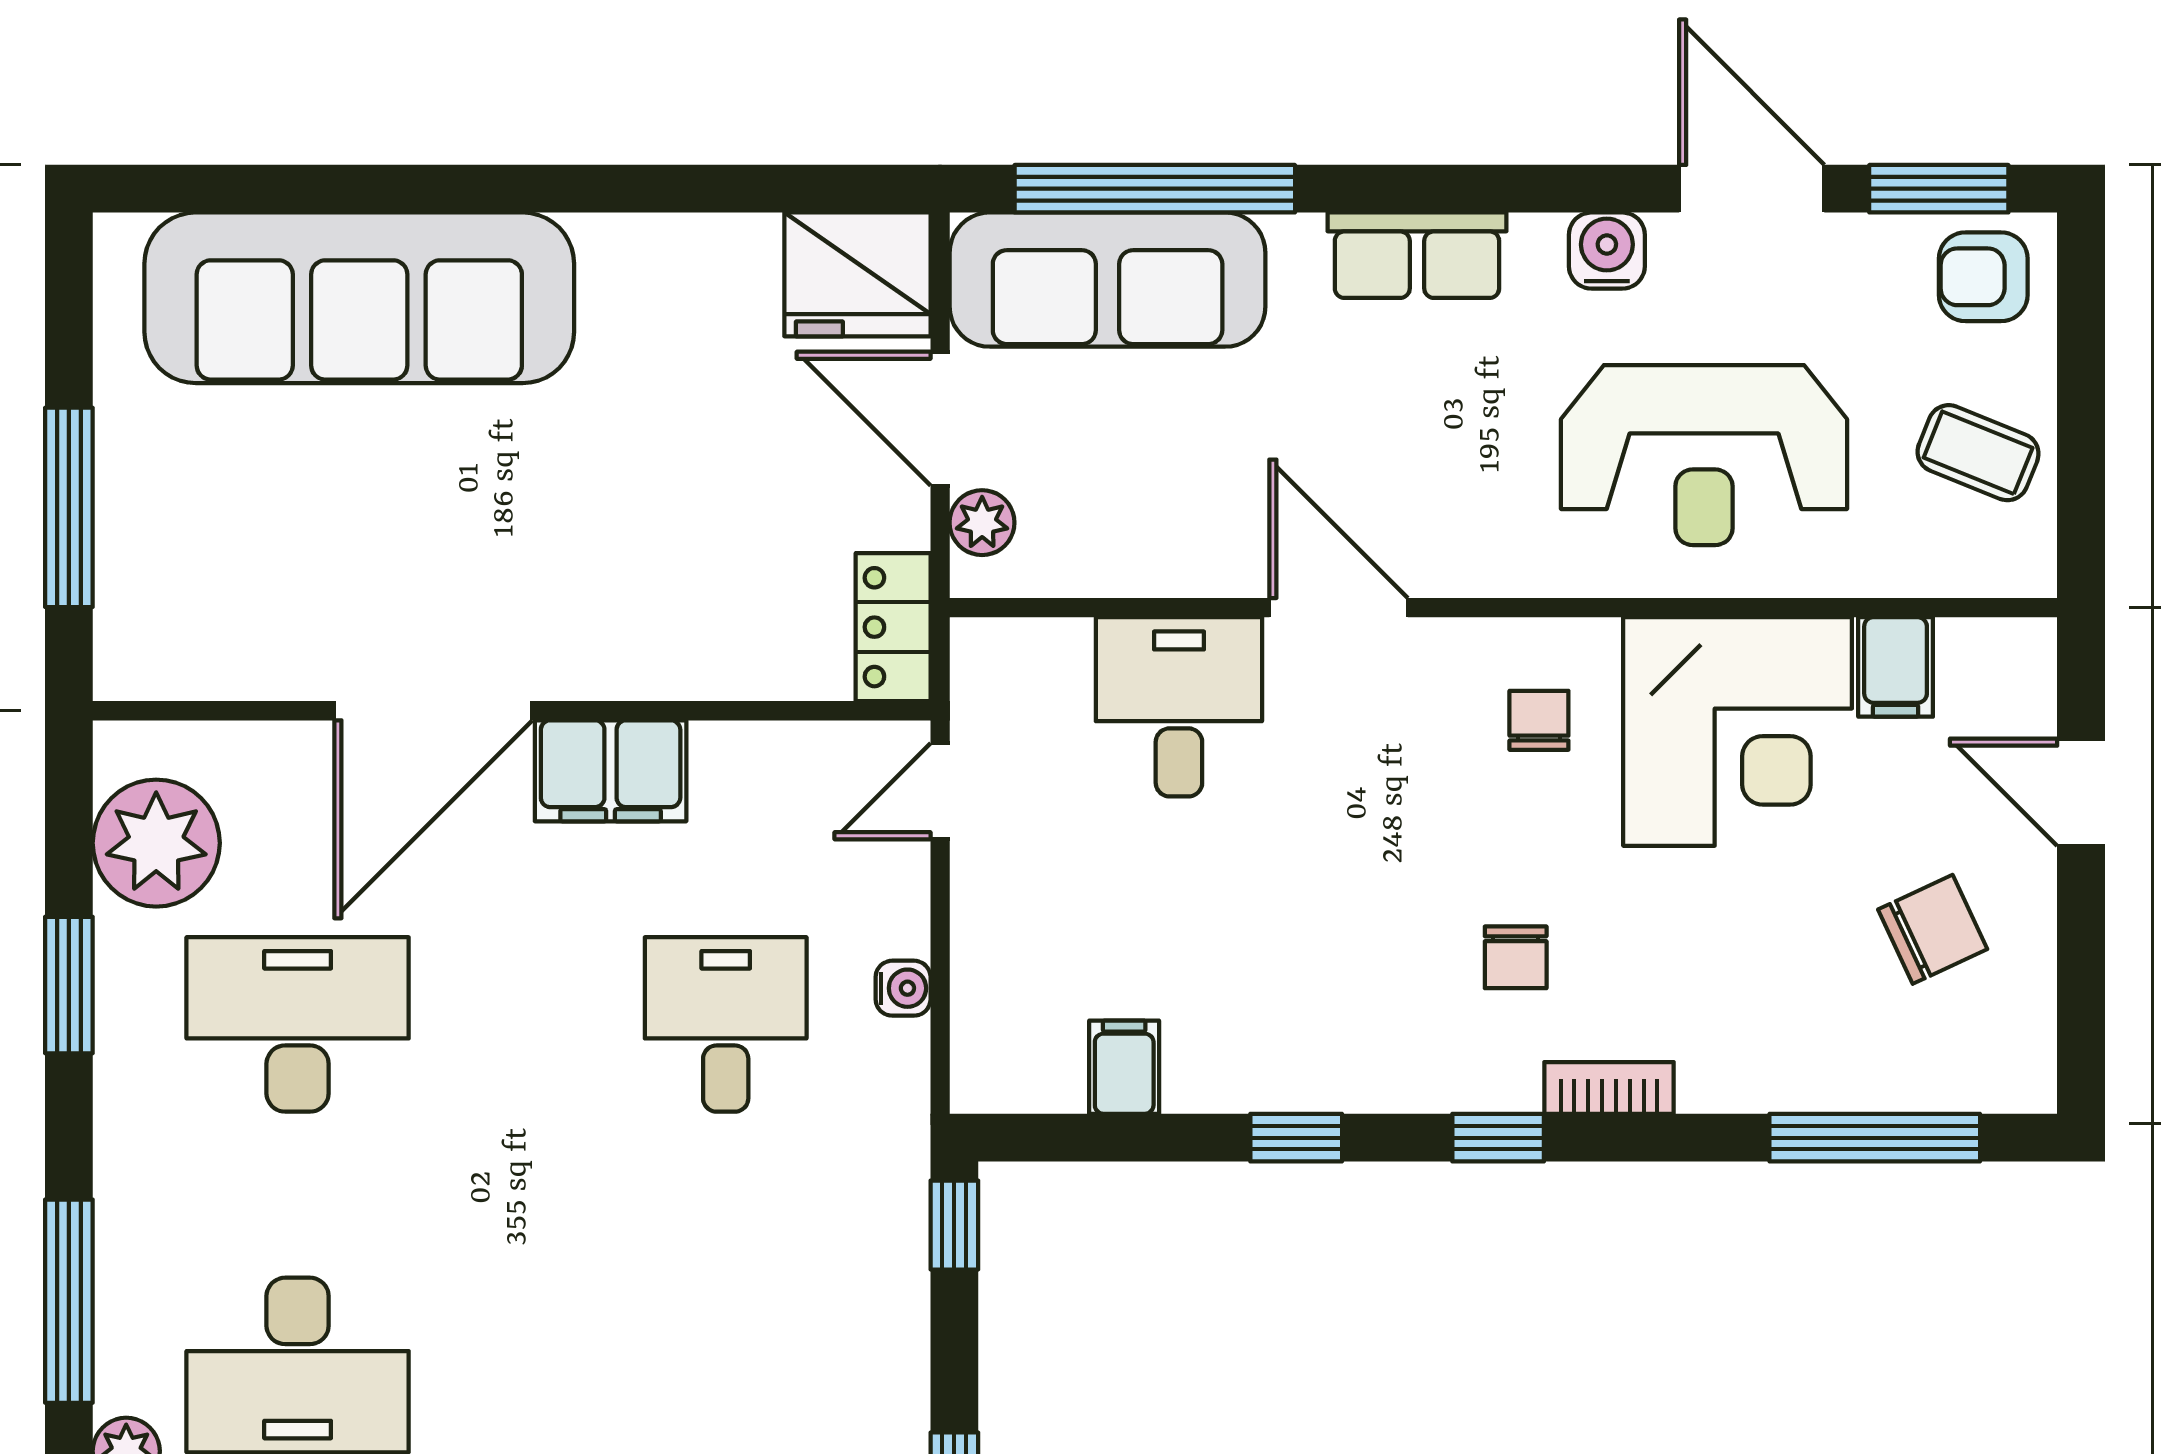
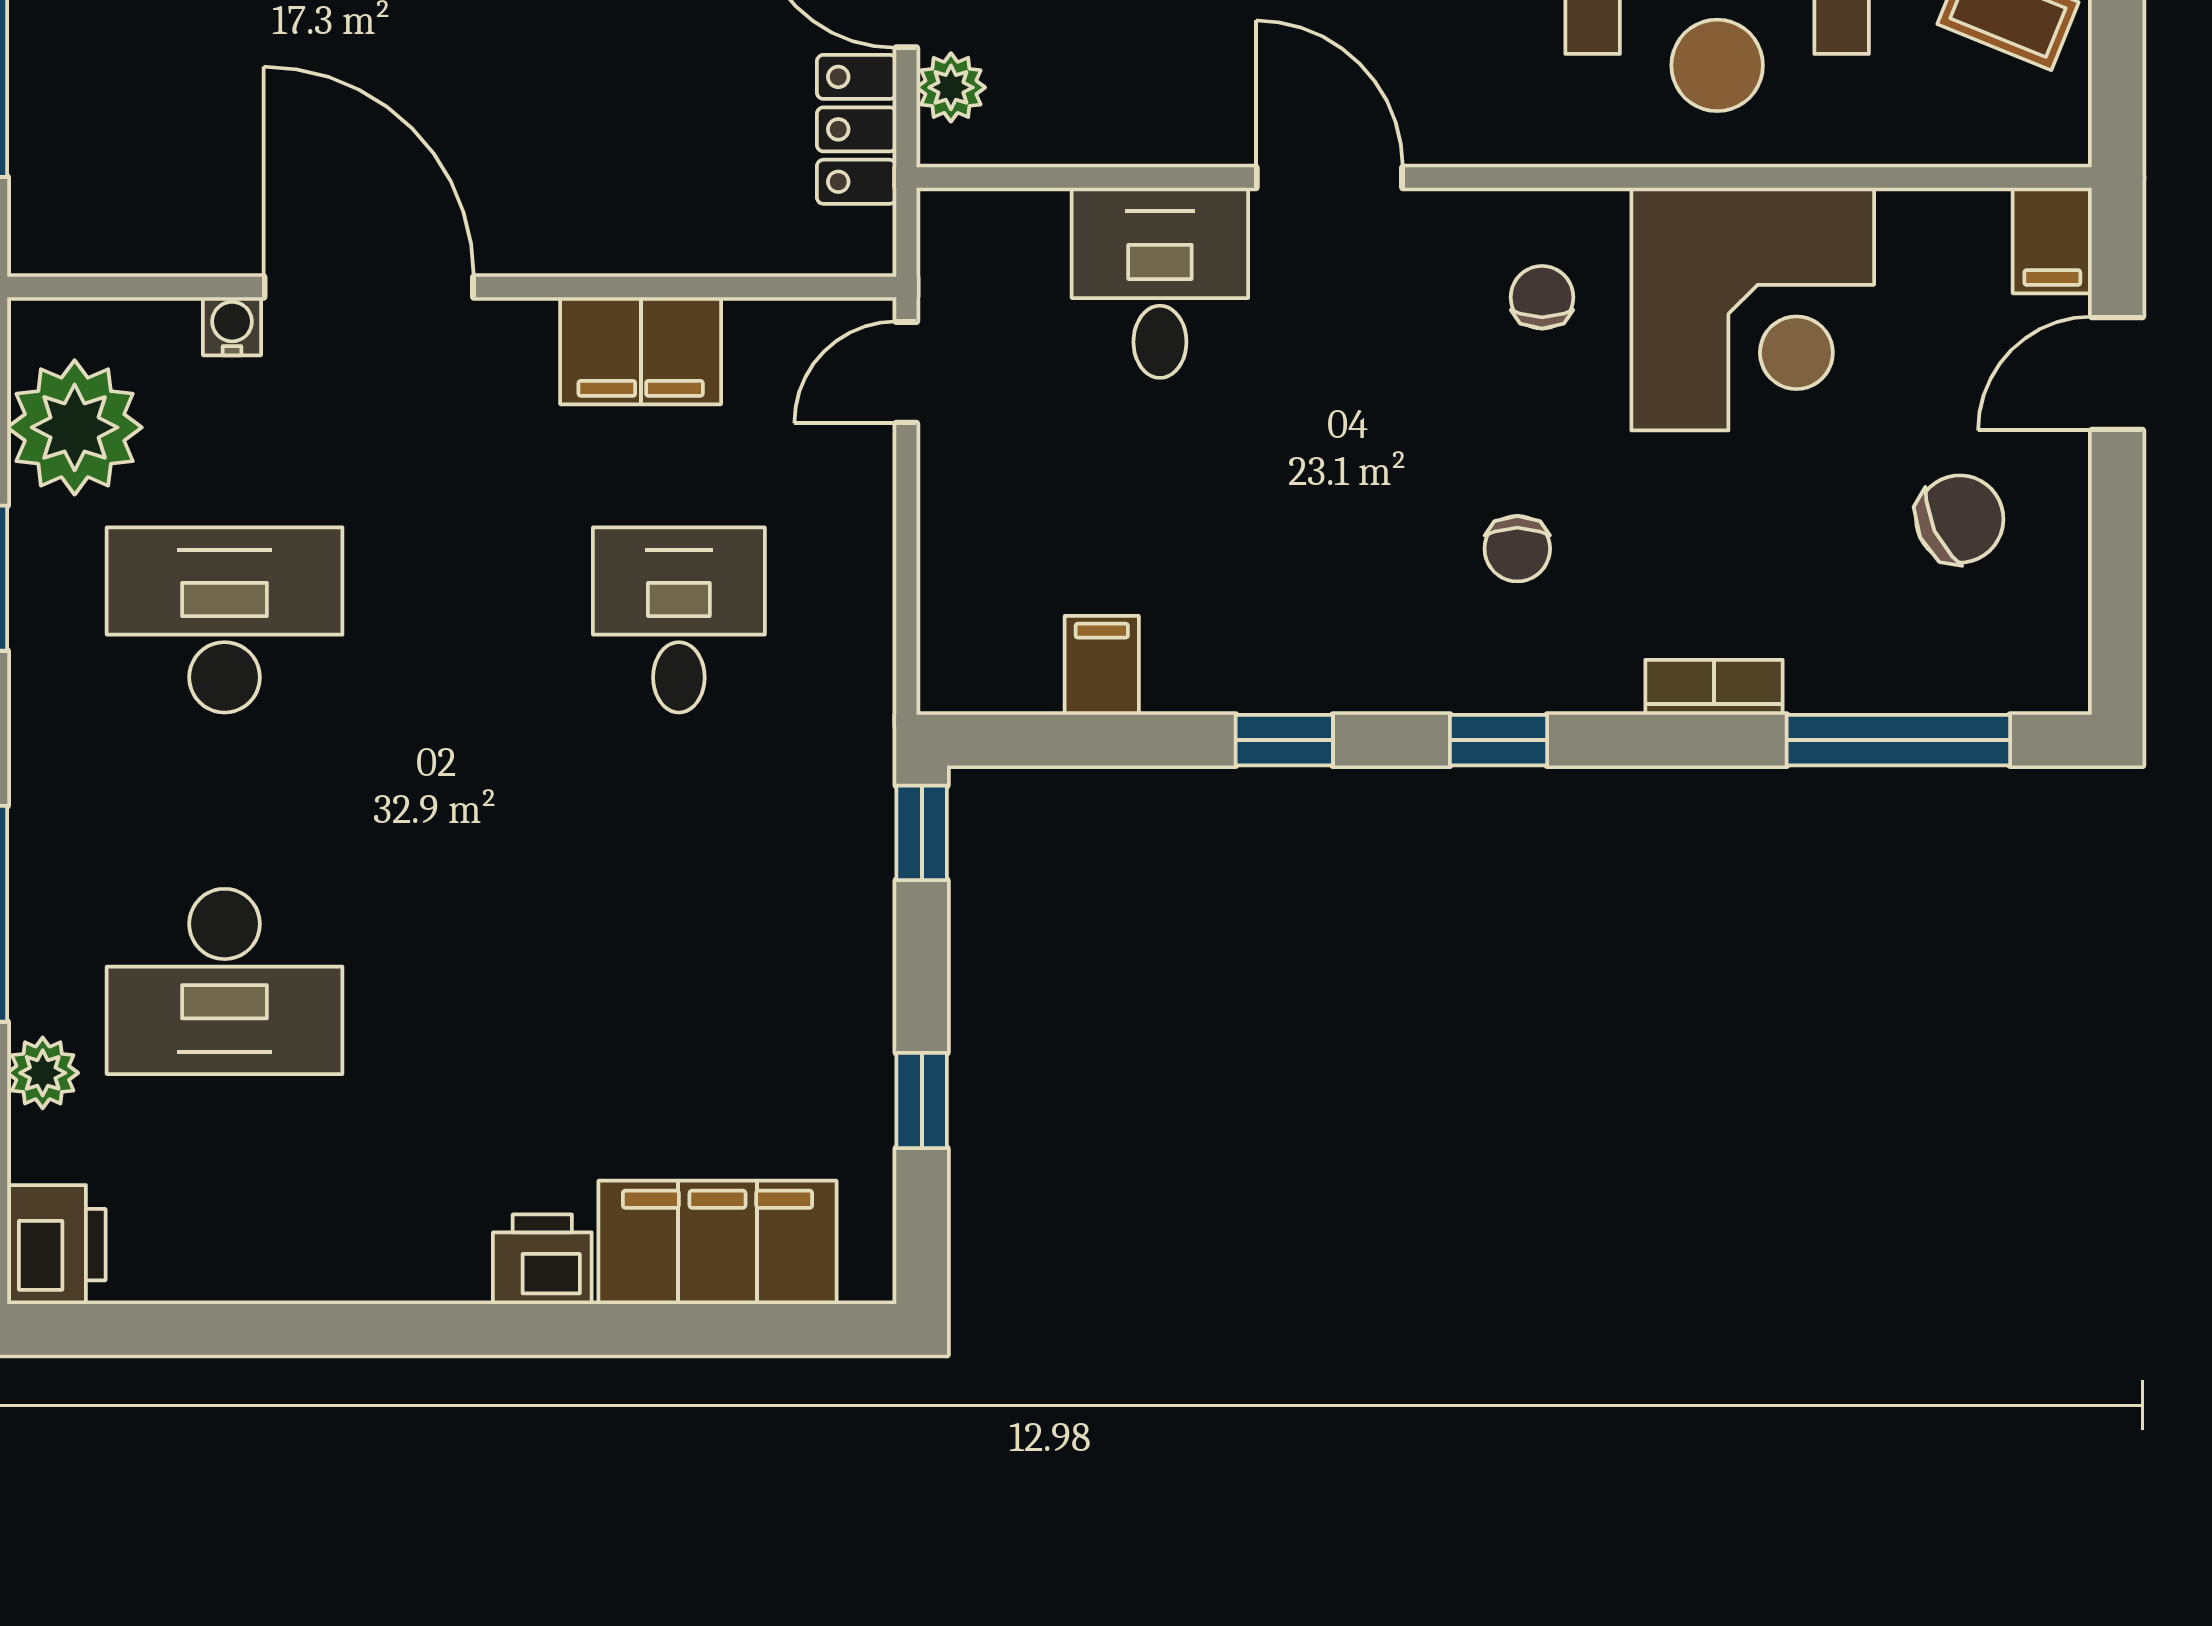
locker: (893, 627) -> (857, 129), moved
filing cabinet: (1896, 667) -> (2052, 241), moved
door: (433, 711) -> (369, 287), swing flipped
filing cabinet: (611, 771) -> (641, 351), moved
door: (2081, 792) -> (2117, 373), hinge flipped
water cooler: (903, 988) -> (232, 326), moved, turned -90
bookcase: (1609, 1088) -> (1714, 687), moved

